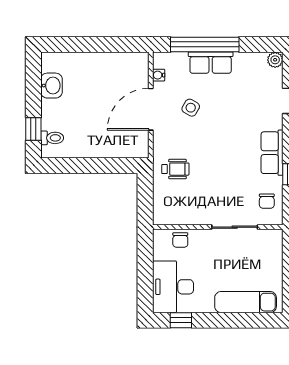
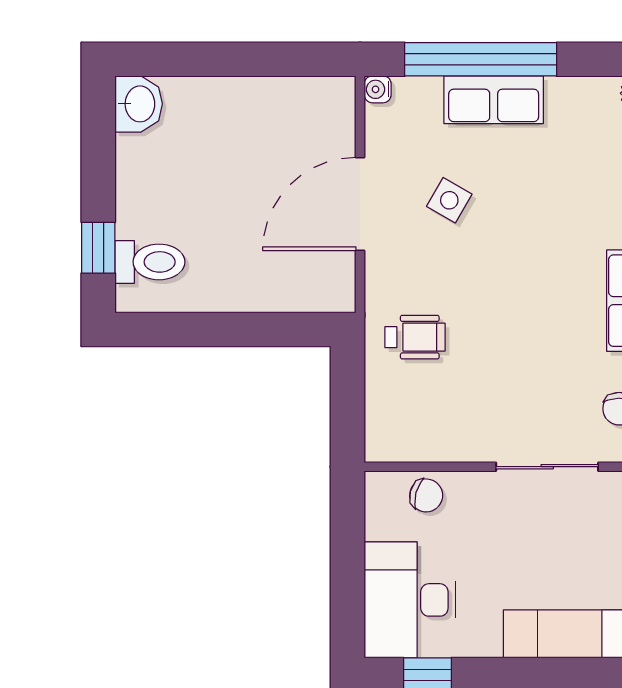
water cooler: (159, 75) -> (378, 89), moved
washbasin: (51, 86) -> (139, 104), moved
toilet: (52, 138) -> (150, 262), width x1.37, depth x1.39
chair: (180, 240) -> (426, 495), turned -75

